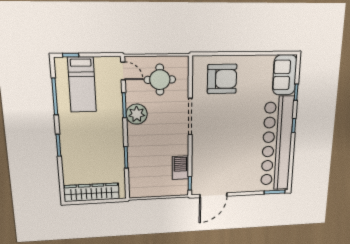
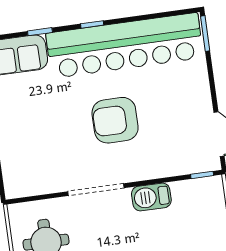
armchair: (222, 79) -> (115, 120), moved, turned -90
barbecue: (180, 168) -> (151, 197), moved

